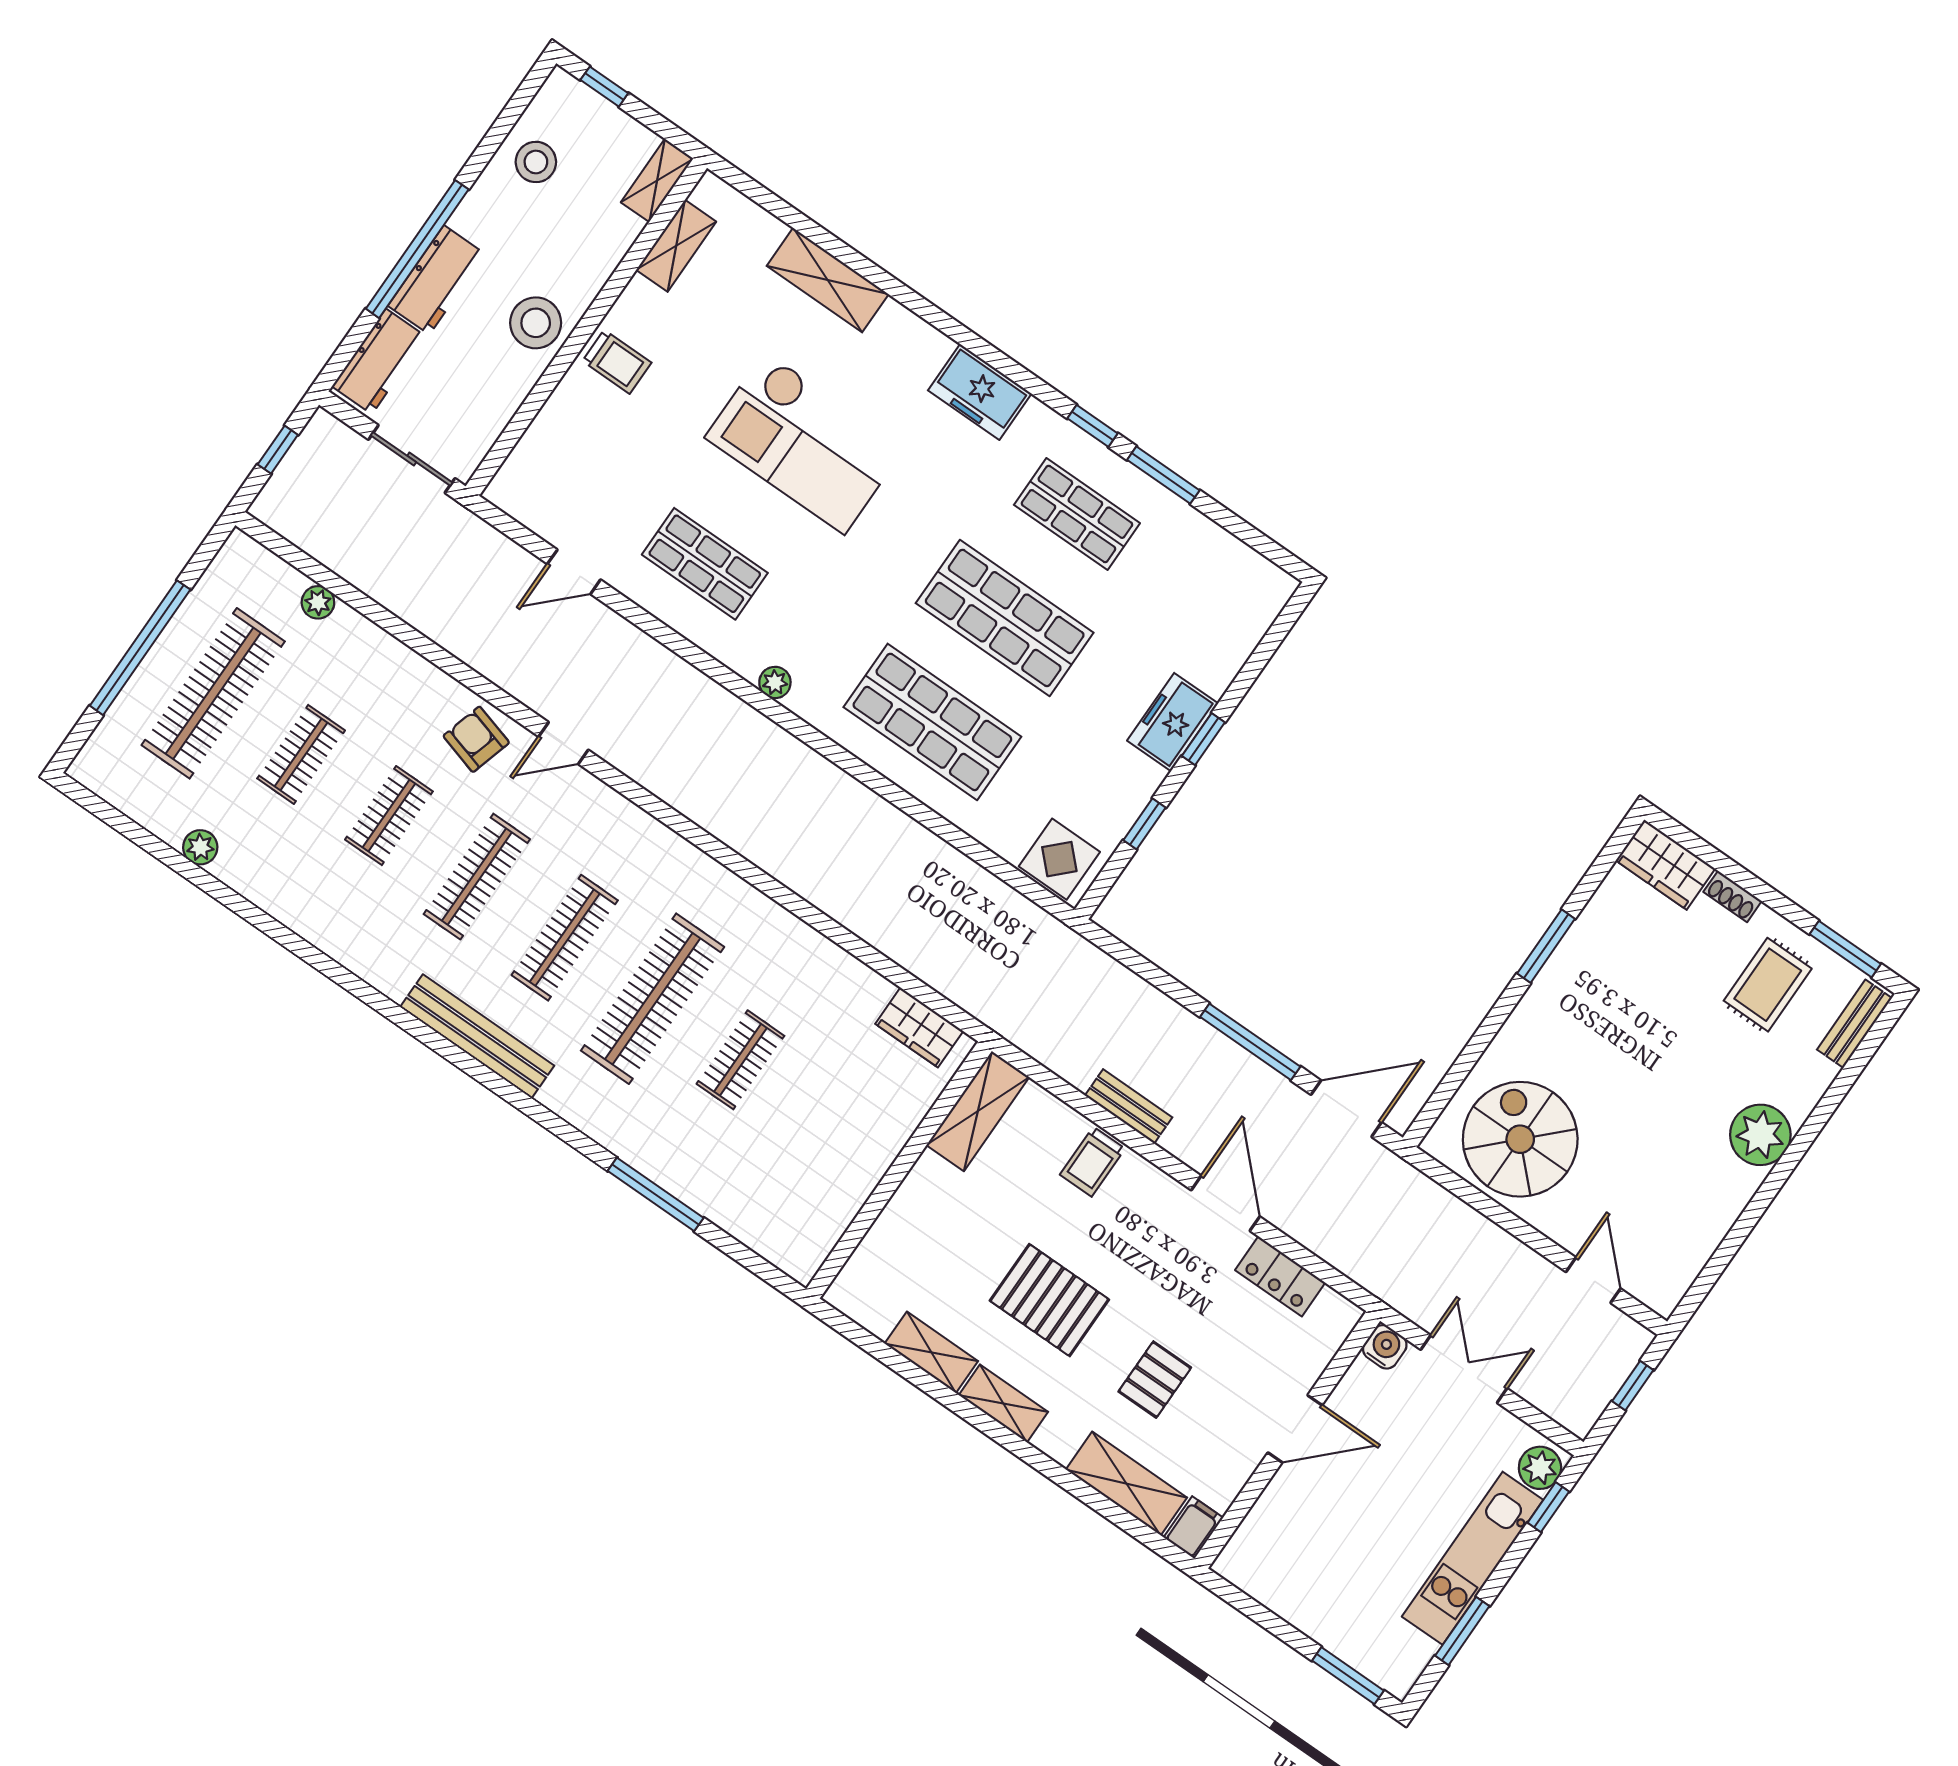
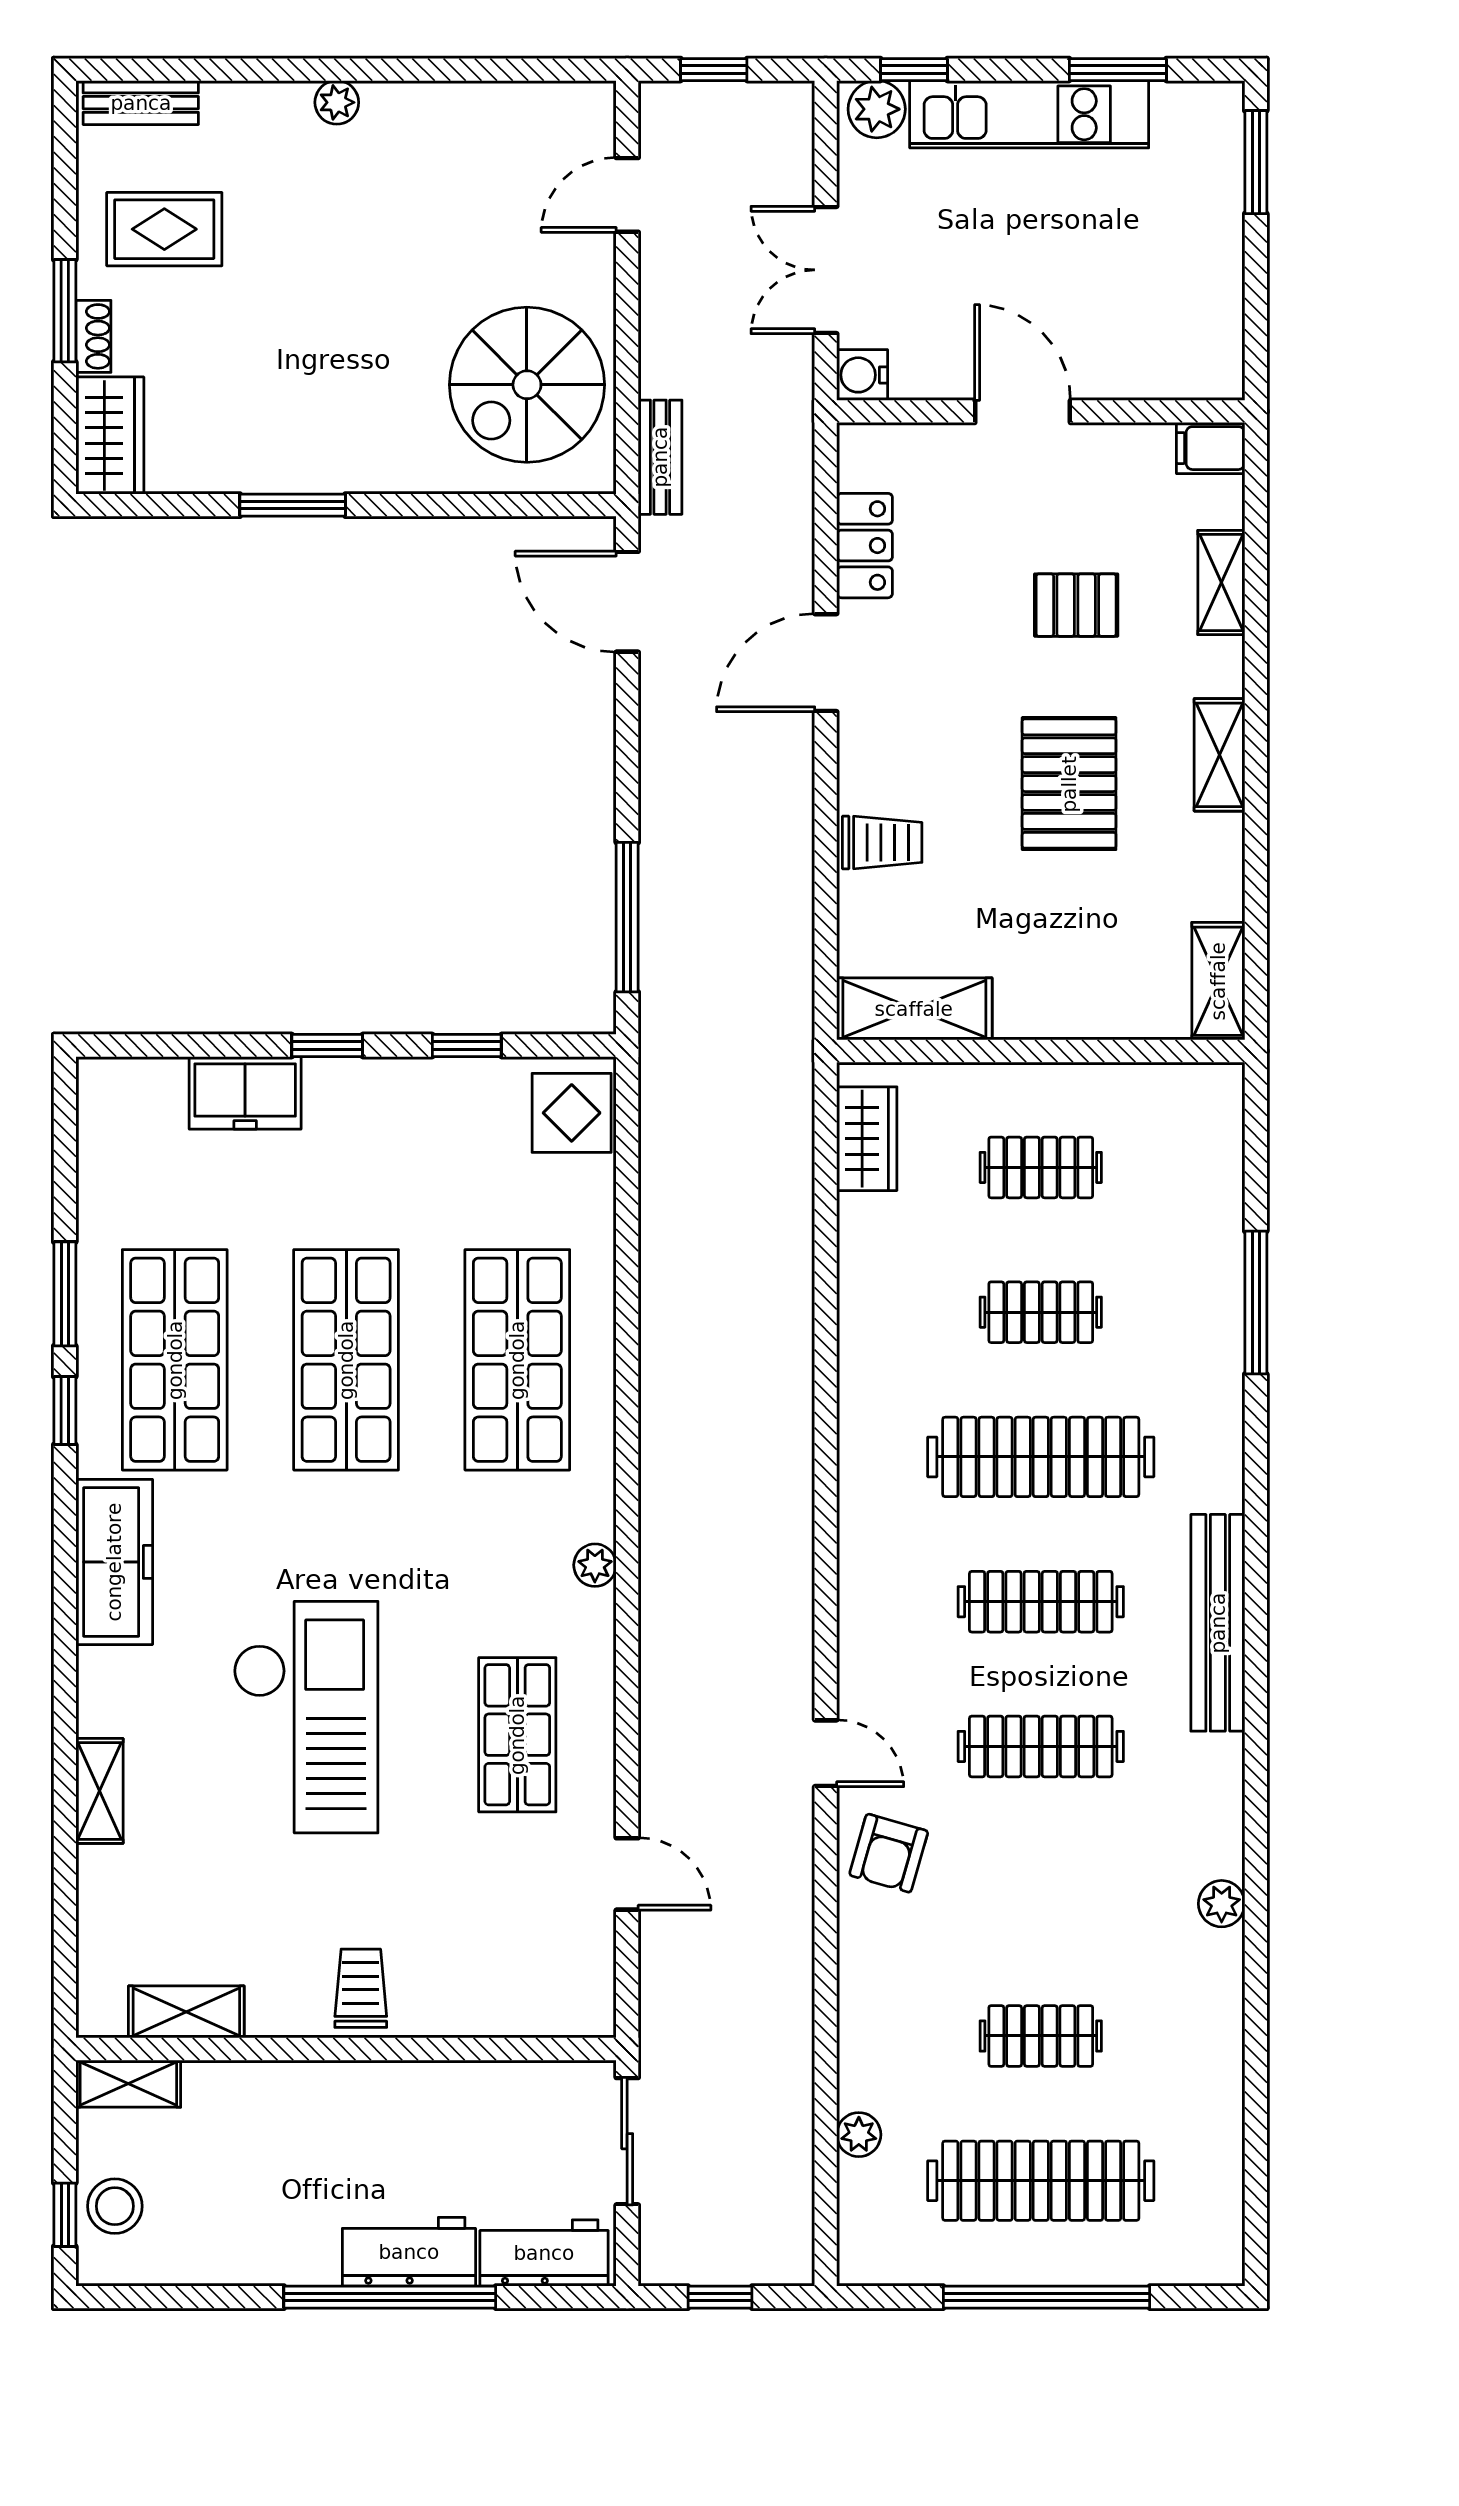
stool: (536, 162) -> (115, 2206), moved
shelving: (828, 280) -> (99, 1791), width x0.67, depth x0.75
stool: (536, 323) -> (380, 2109), removed
freezer: (980, 392) -> (114, 1562), width x1.40
shop shelf: (1077, 514) -> (175, 1360), width x1.43, depth x1.36
freezer: (1173, 722) -> (245, 1093), moved
clothes rail: (389, 816) -> (1041, 1167), moved
plant: (200, 847) -> (1222, 1904), moved
window: (1845, 949) -> (65, 311), moved
window: (1250, 1042) -> (627, 917), moved
bench: (1129, 1106) -> (660, 457), moved
plant: (1760, 1135) -> (337, 102), width x0.53, depth x0.53
shelving: (931, 1352) -> (1218, 981), moved
shelving: (1126, 1484) -> (1221, 582), width x0.67, depth x0.75

